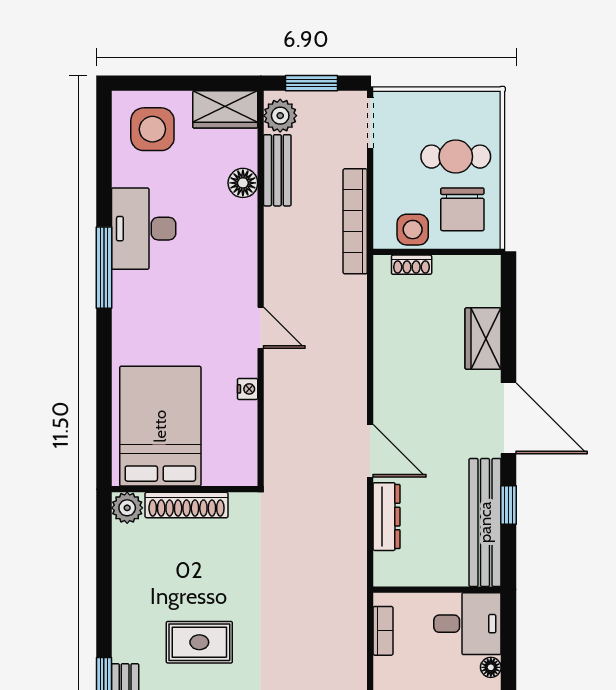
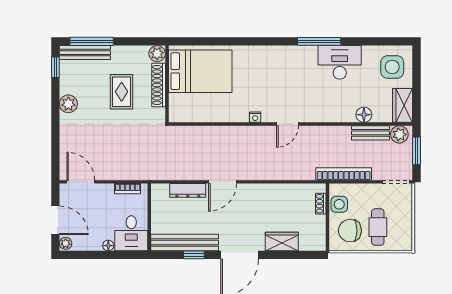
bed: (160, 426) -> (200, 71), moved
wall: (185, 489) -> (167, 84), moved
shoe rack: (187, 505) -> (159, 85), moved
plant: (127, 508) -> (157, 54), moved

